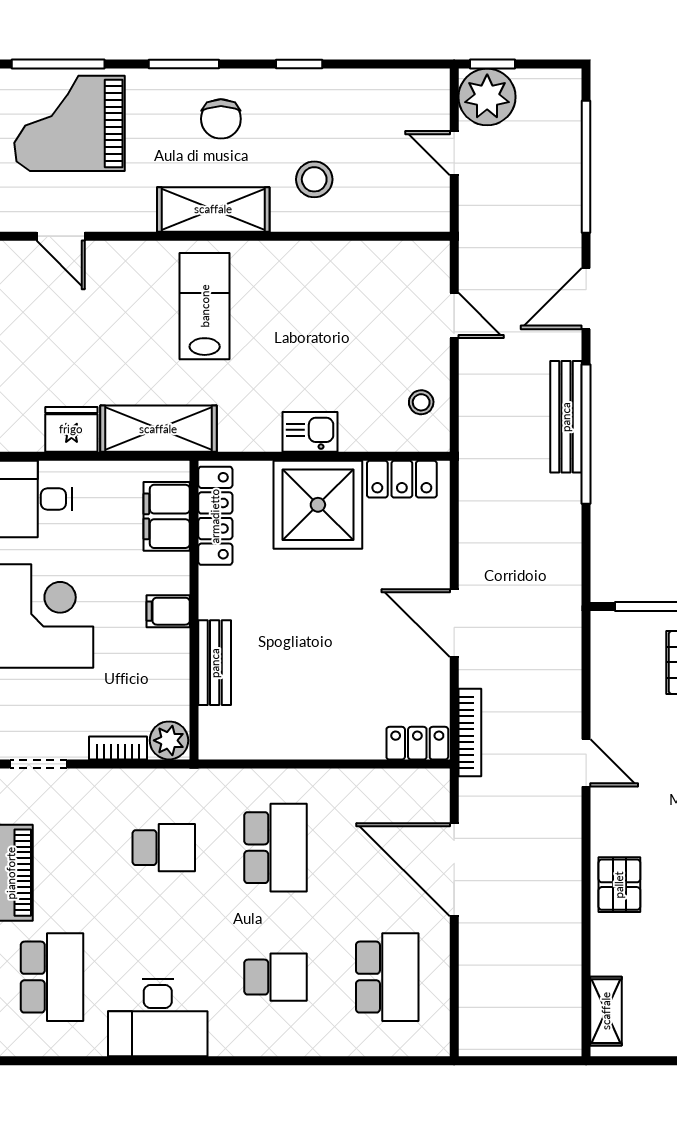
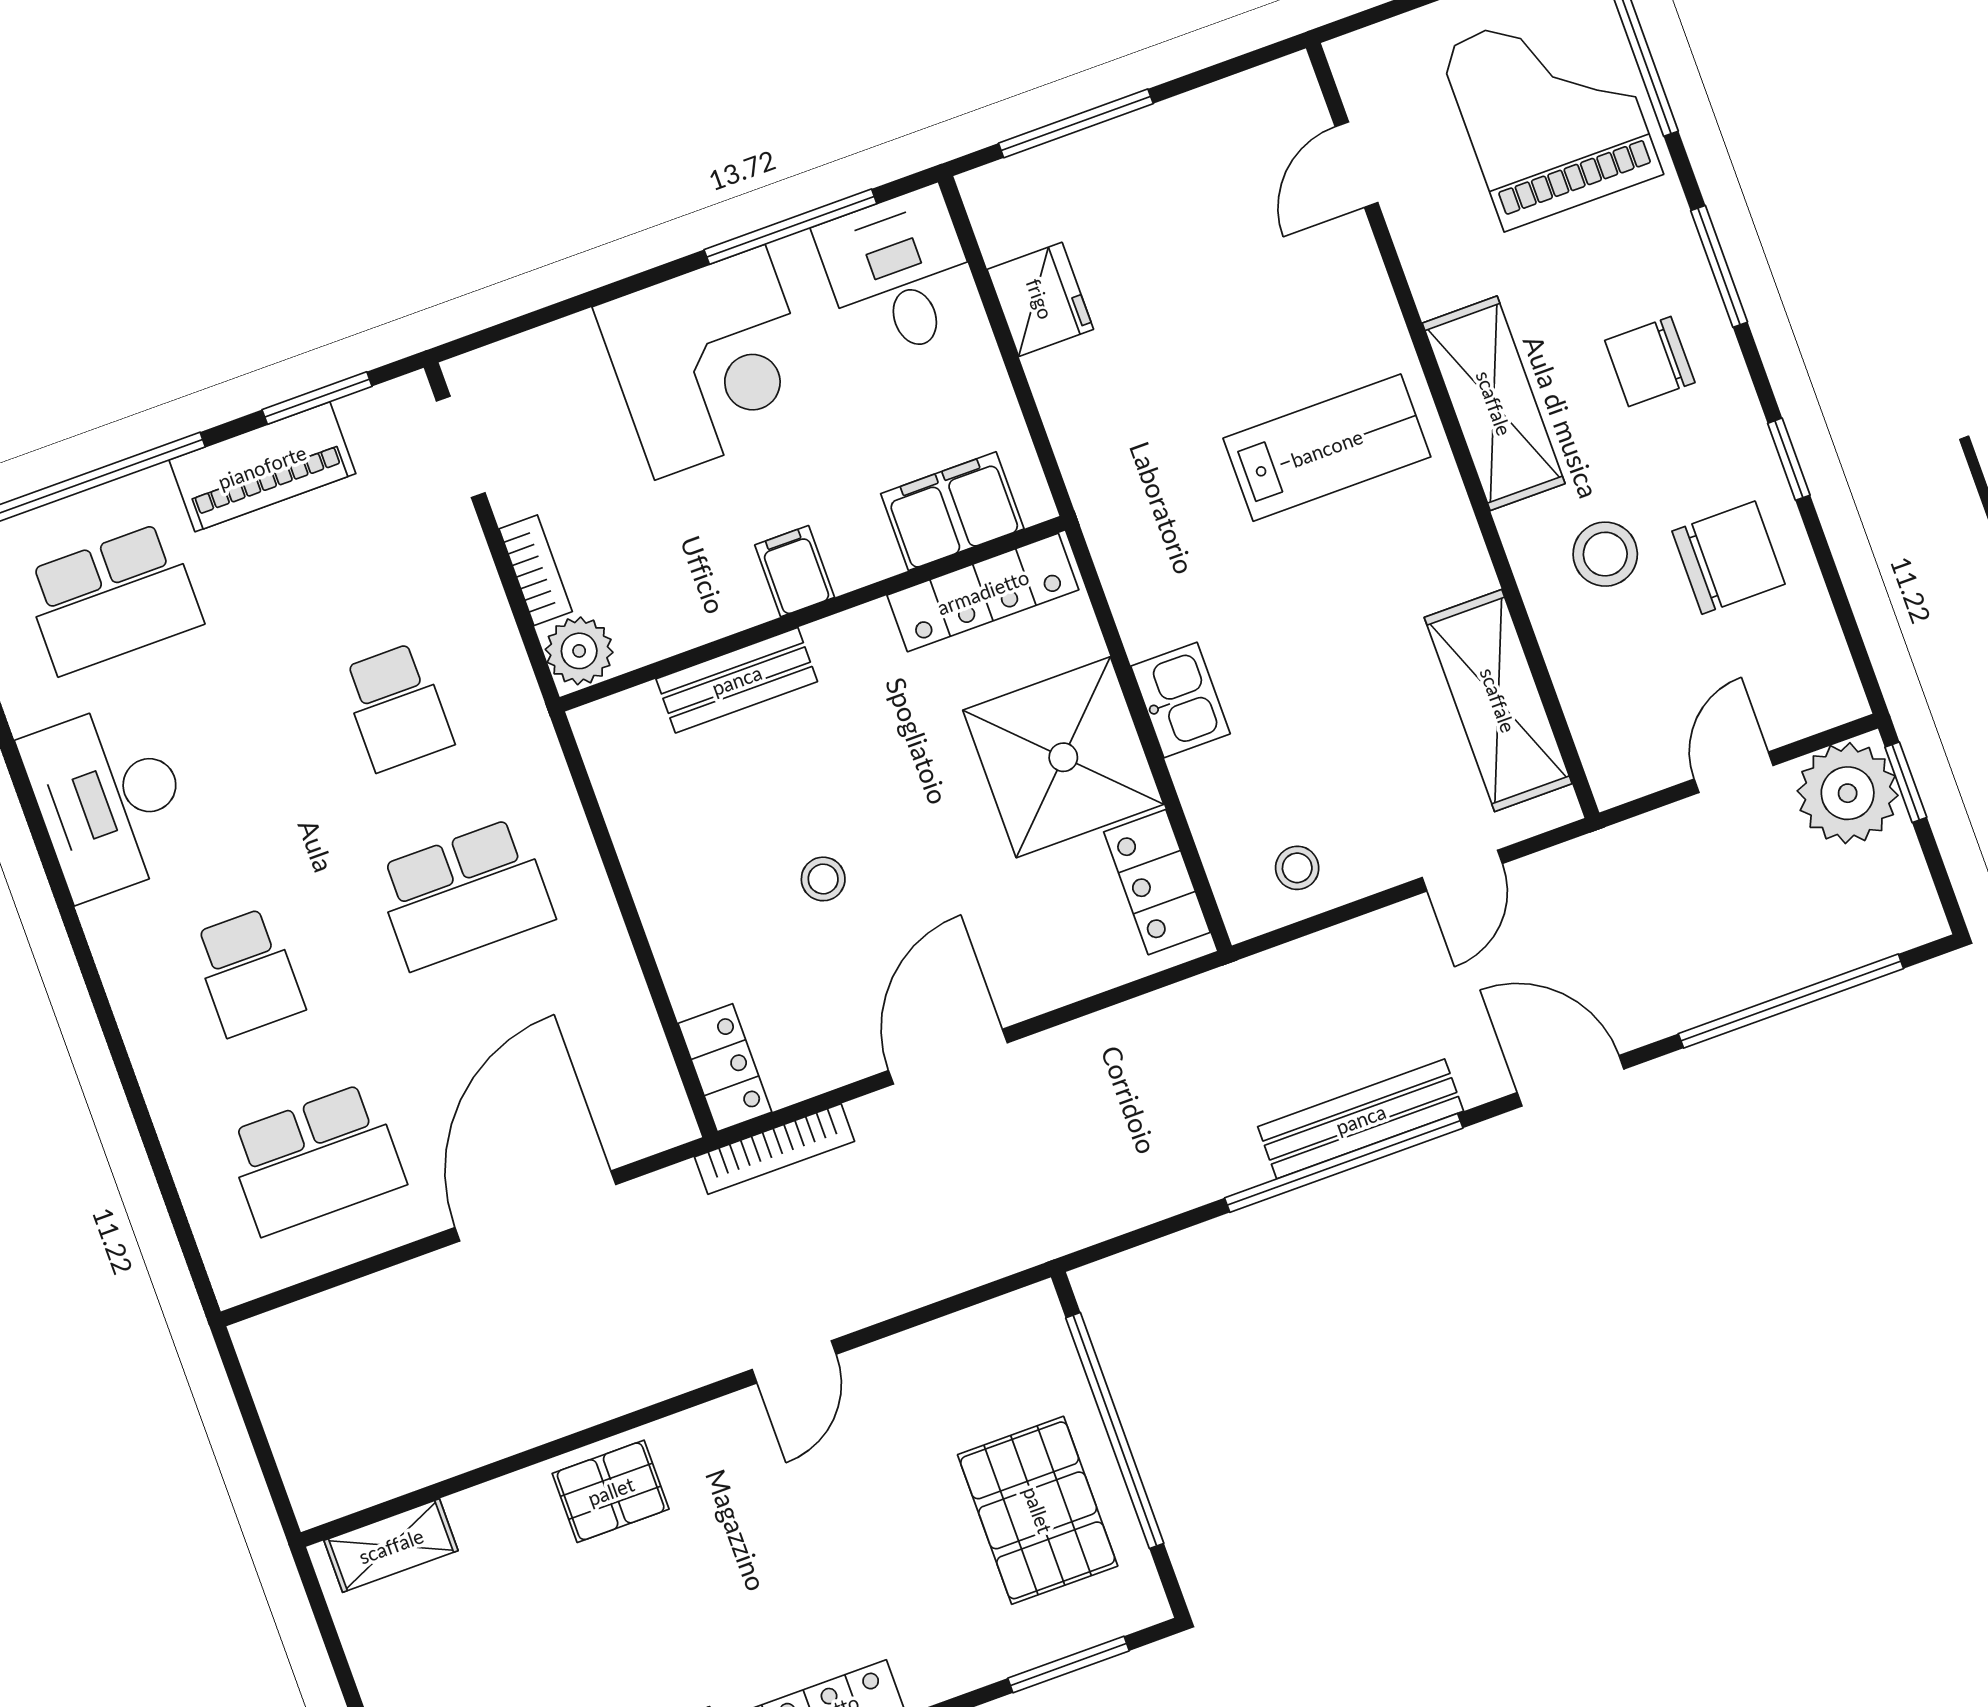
chair: (340, 115) -> (1729, 558), added
shelving: (158, 429) -> (1498, 700), moved
stool: (336, 655) -> (823, 879), added

